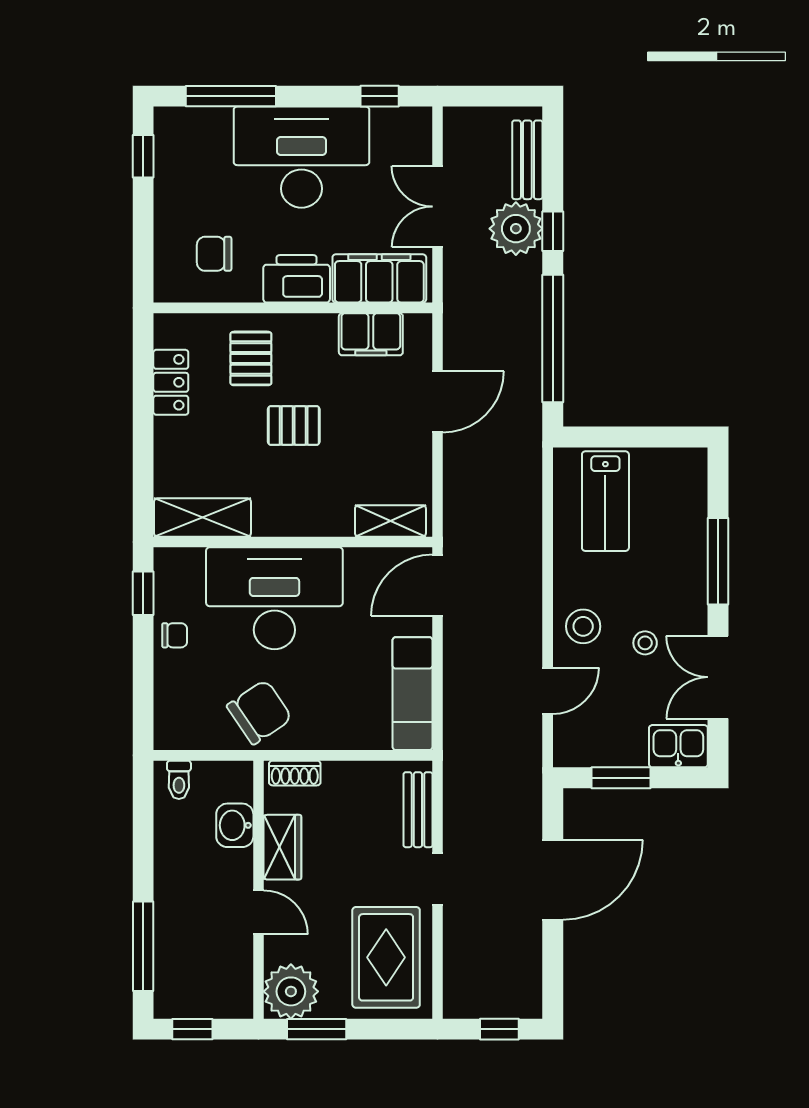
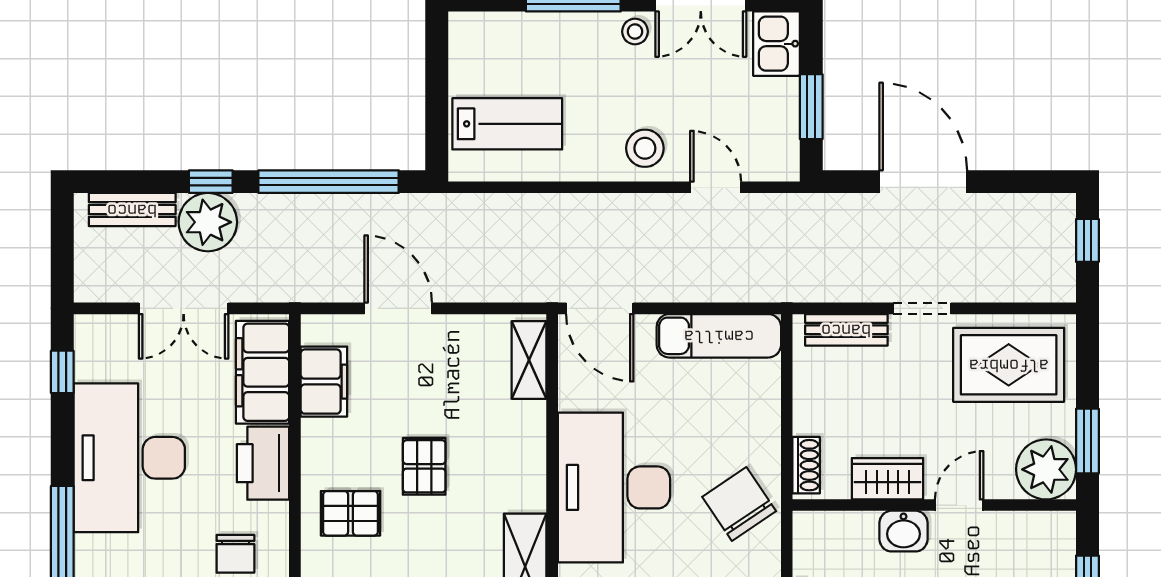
stool: (645, 643) -> (635, 32), moved
washbasin: (235, 825) -> (904, 531), moved

